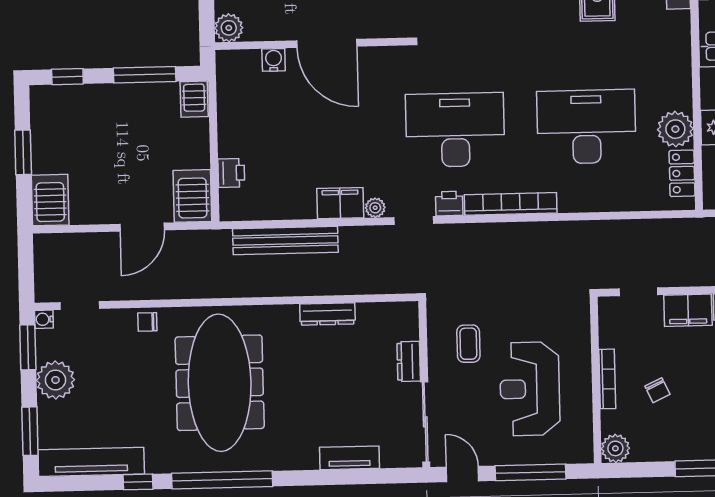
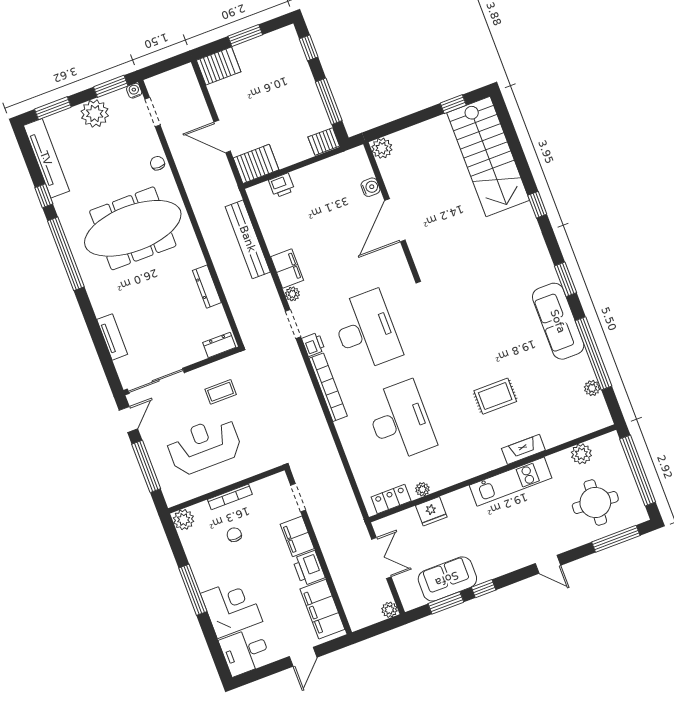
plant: (675, 129) -> (422, 489), width x0.53, depth x0.53
dresser: (409, 361) -> (219, 345), moved
chair: (657, 390) -> (234, 535), turned 115

